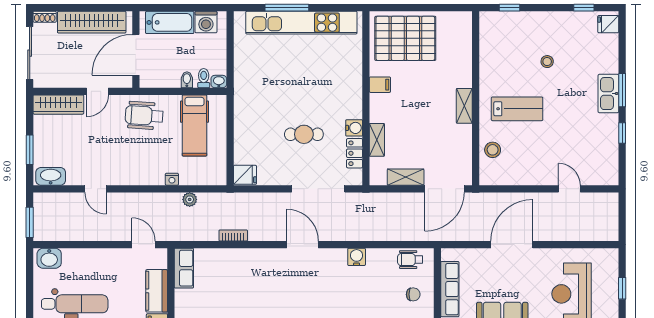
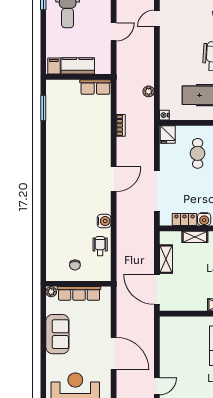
cafe table: (304, 134) -> (198, 153), moved
stool: (493, 150) -> (187, 327), removed
nightstand: (172, 179) -> (164, 115), moved
door: (144, 245) -> (114, 32), moved
door: (512, 245) -> (114, 354), moved
wheelchair: (410, 260) -> (100, 246), moved

